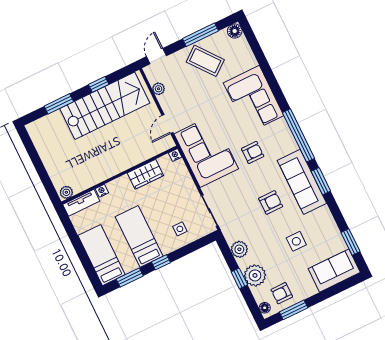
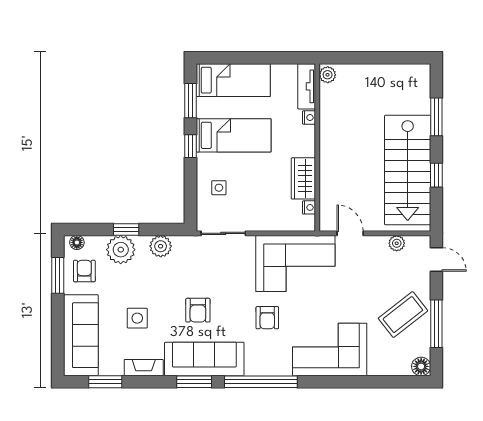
nightstand: (175, 155) -> (309, 207), moved
fireplace: (328, 220) -> (144, 368), added
sofa: (334, 271) -> (81, 335), width x1.36

